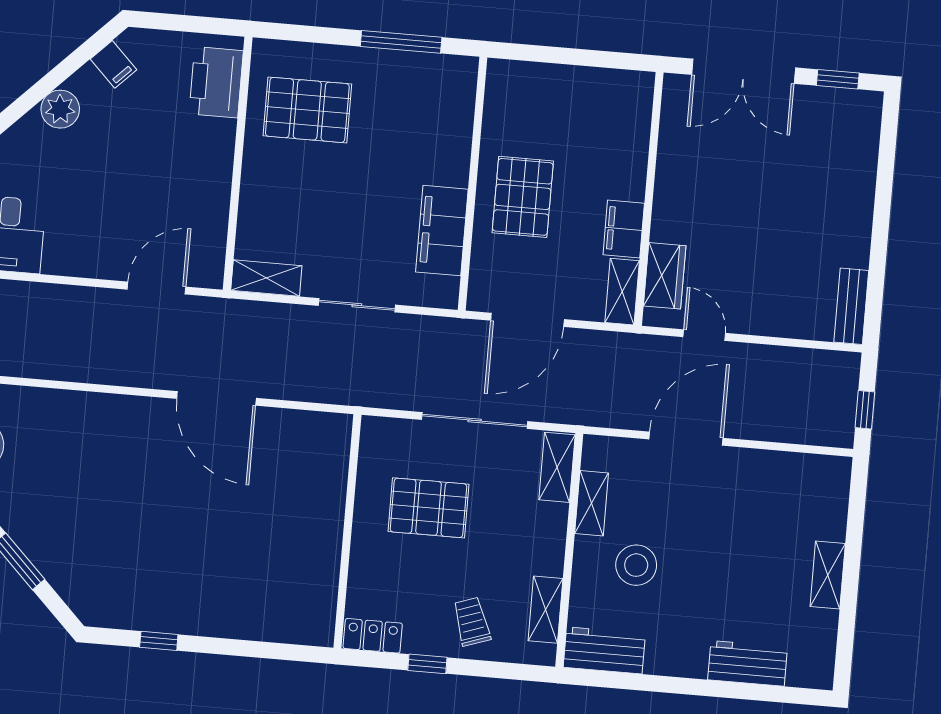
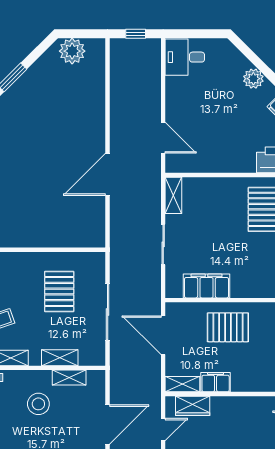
door: (686, 439) -> (108, 425), hinge flipped
shelving: (557, 467) -> (60, 358), moved

